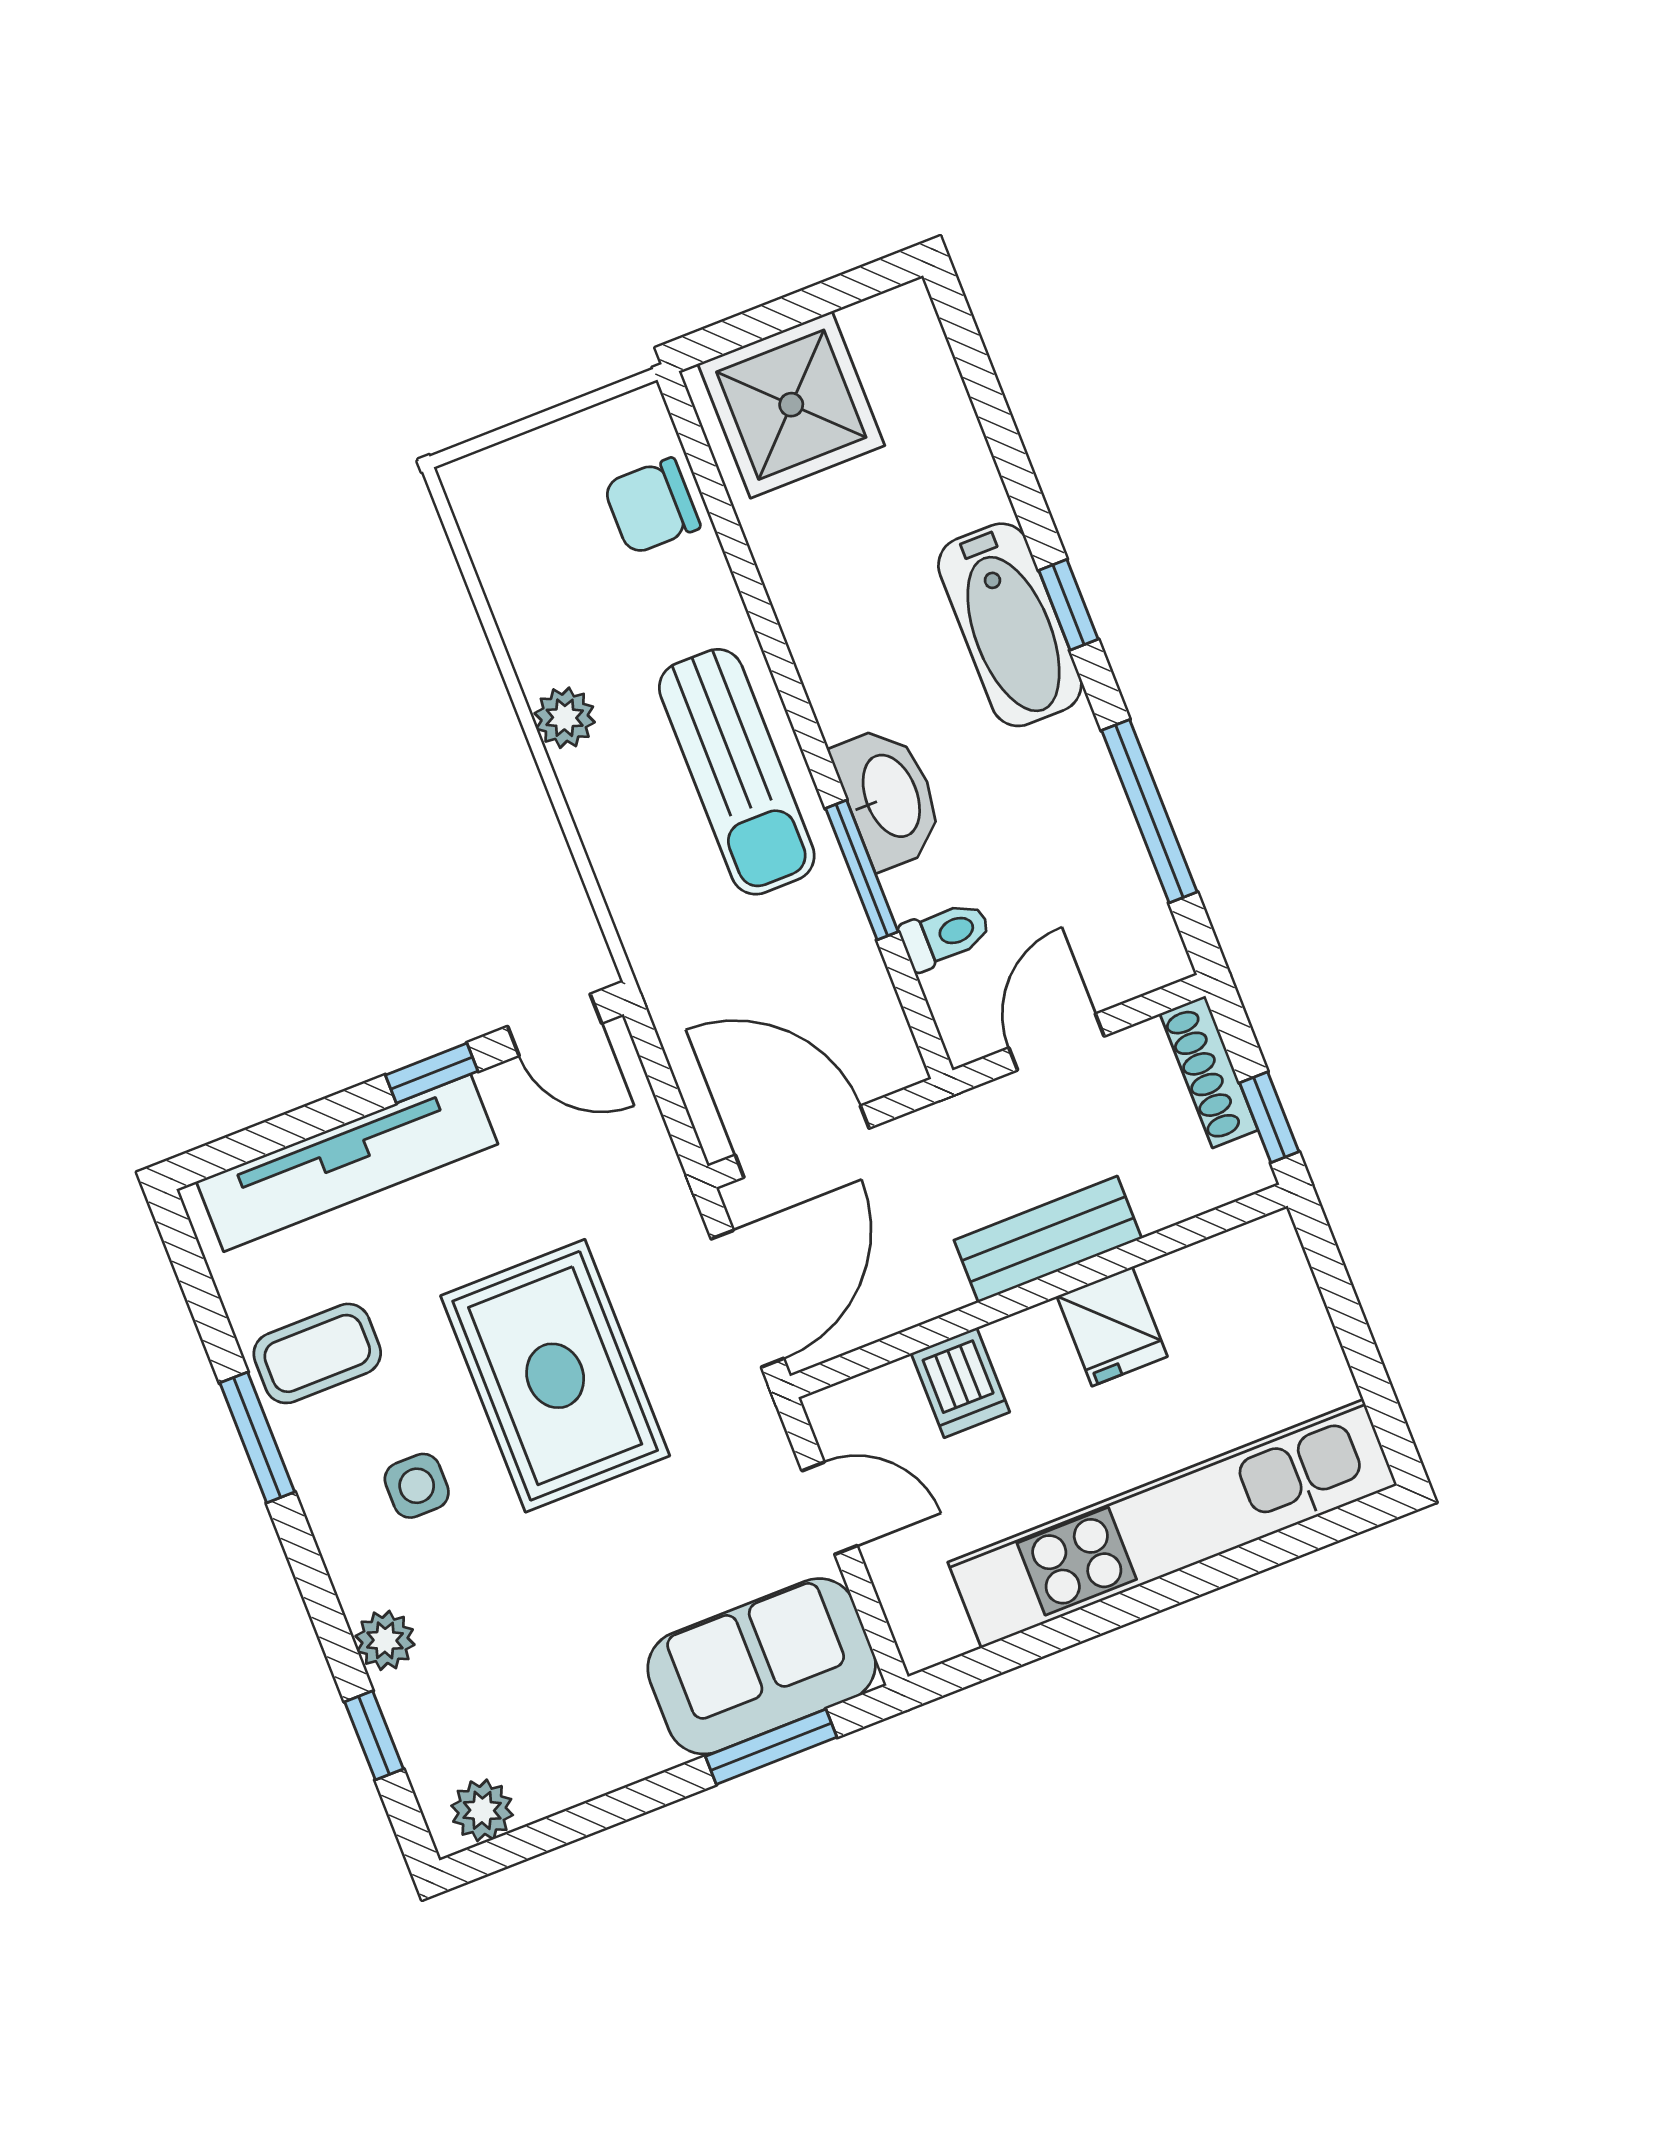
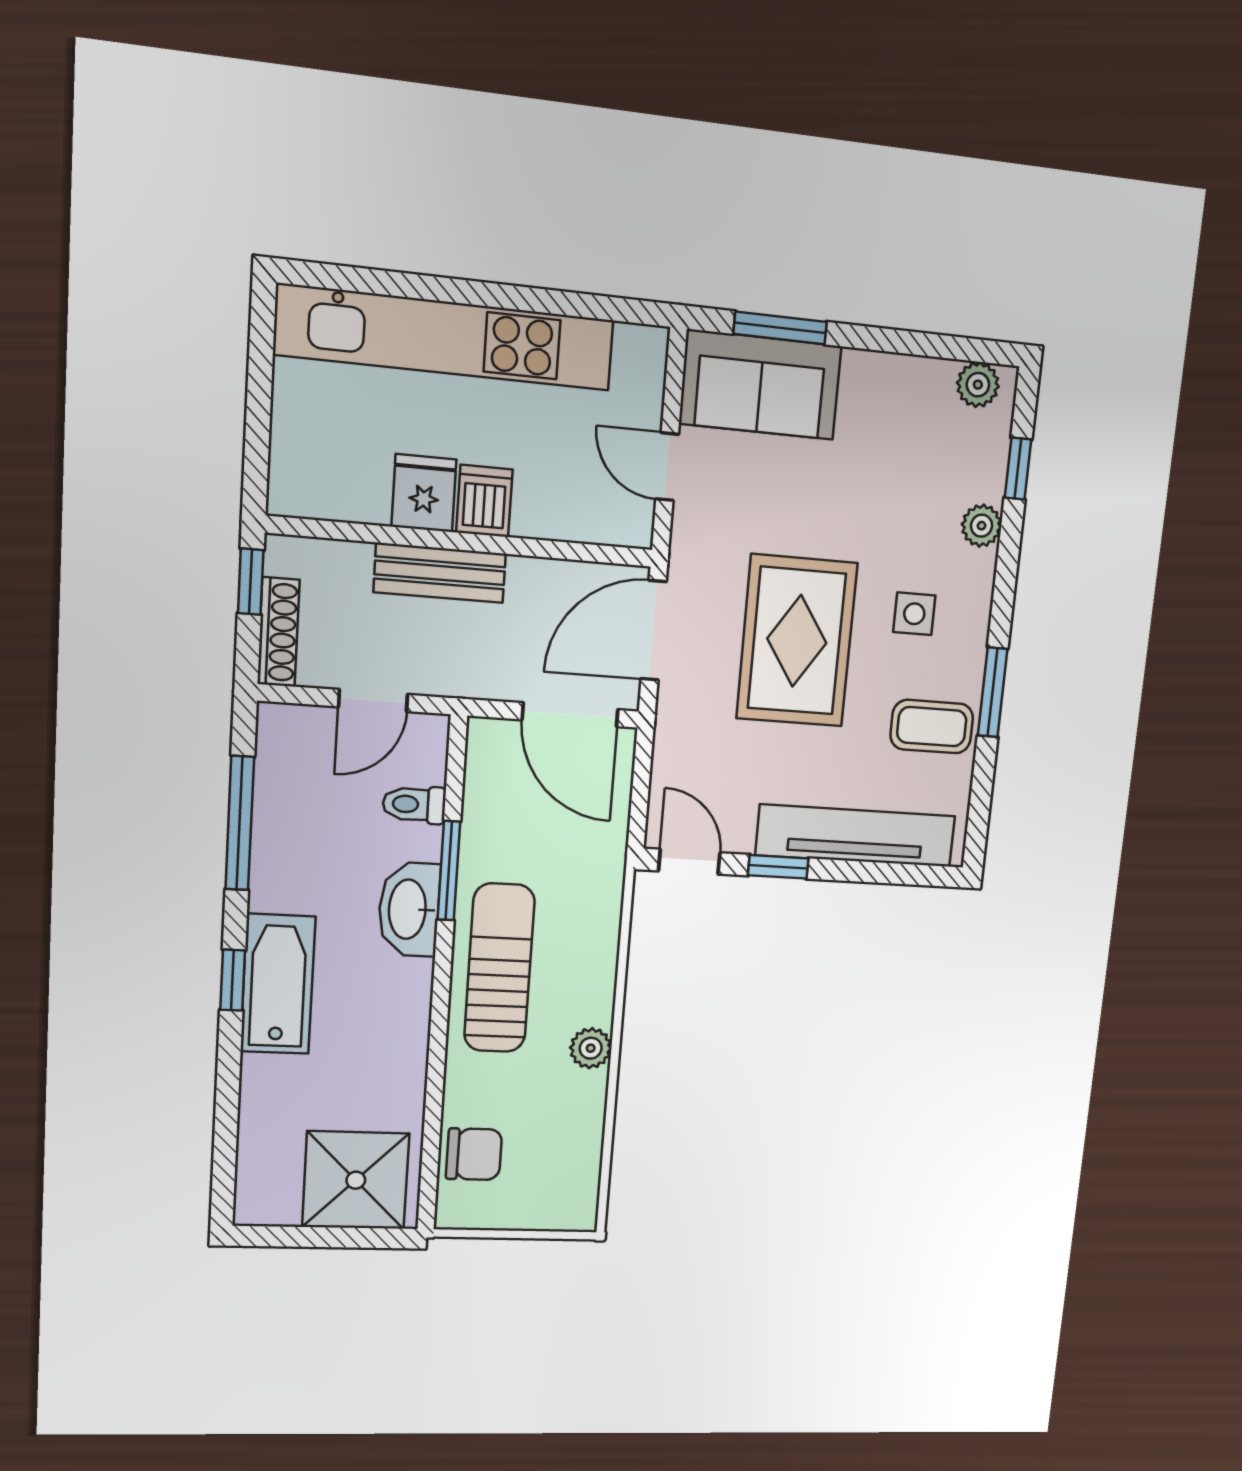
dishwasher: (960, 1383) -> (484, 501), moved

